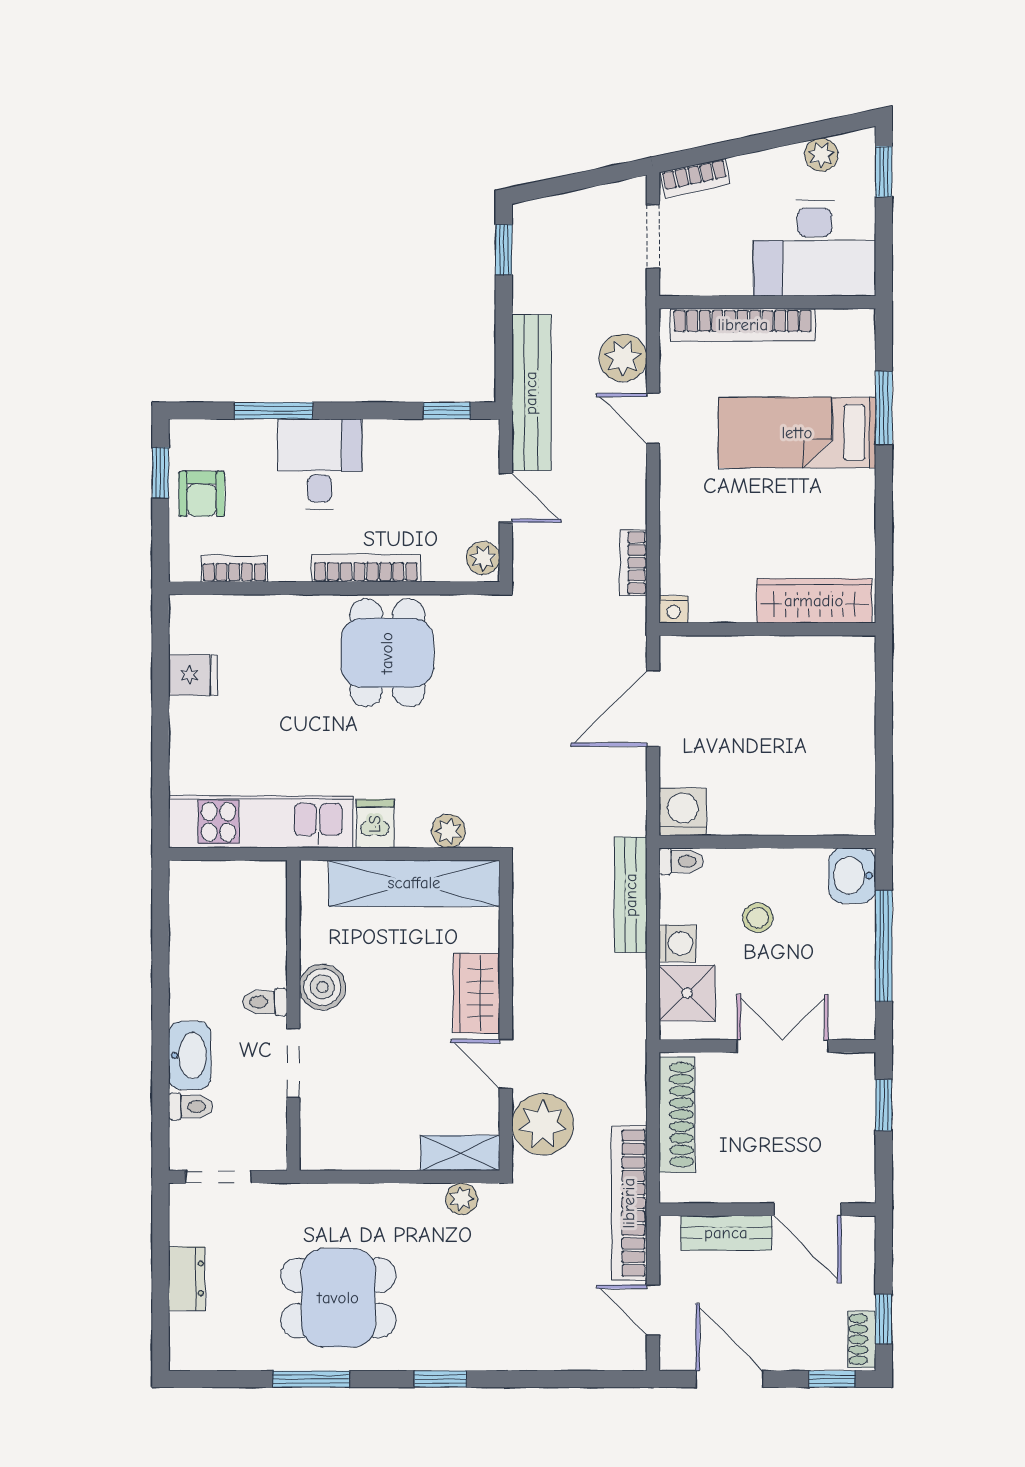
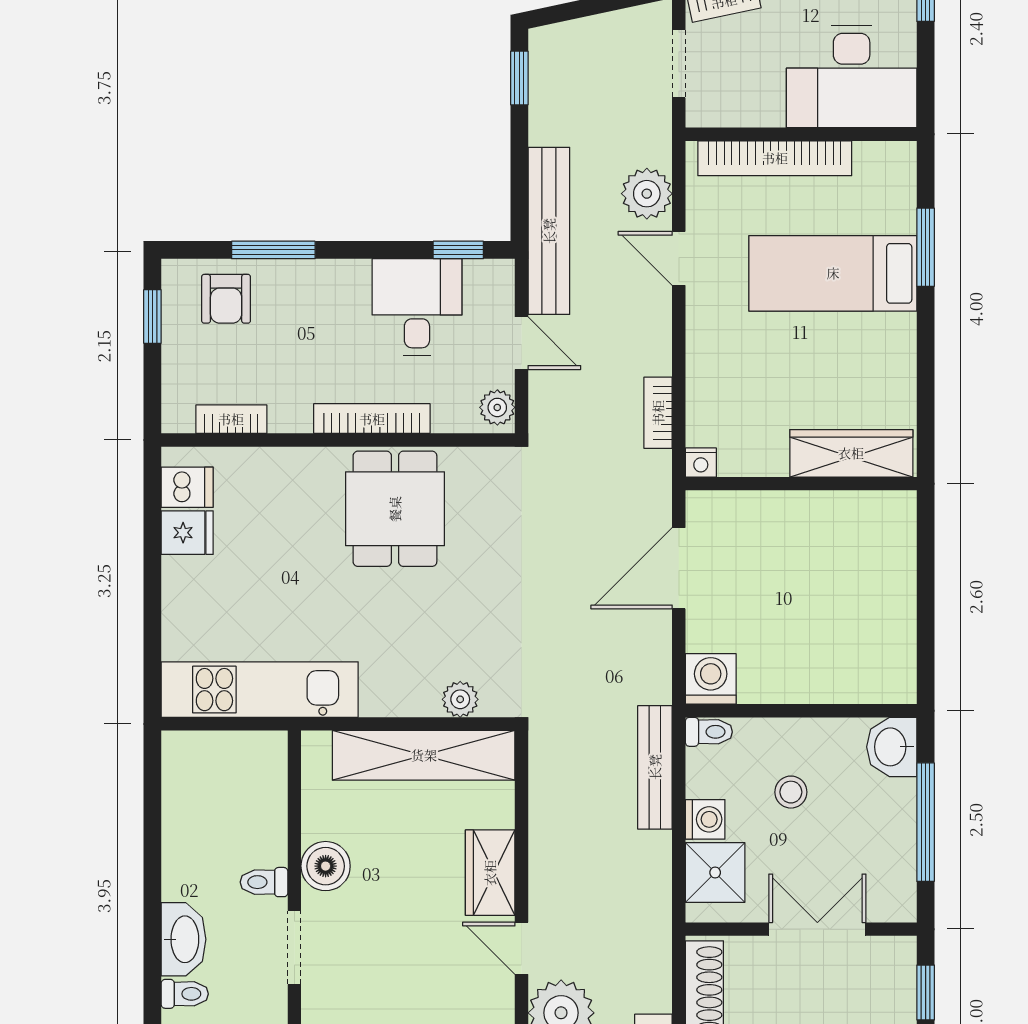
desk: (320, 464) -> (417, 307), moved
armchair: (202, 494) -> (226, 299), moved
dishwasher: (375, 824) -> (187, 487), moved, turned 90

